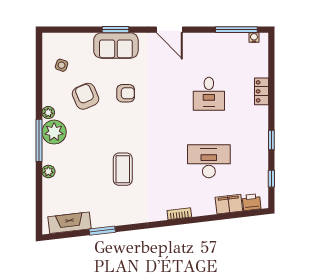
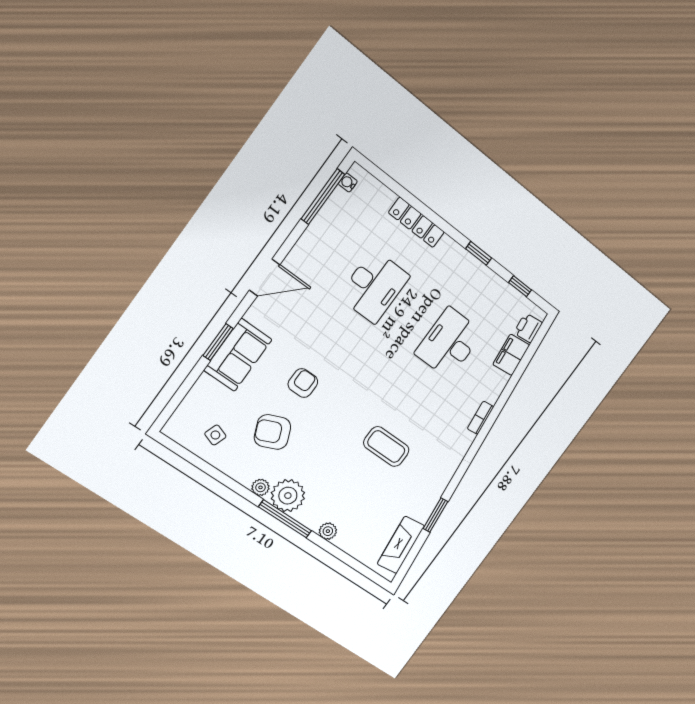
locker: (261, 91) -> (416, 222), width x1.53
desk: (209, 94) -> (374, 286), width x1.37

